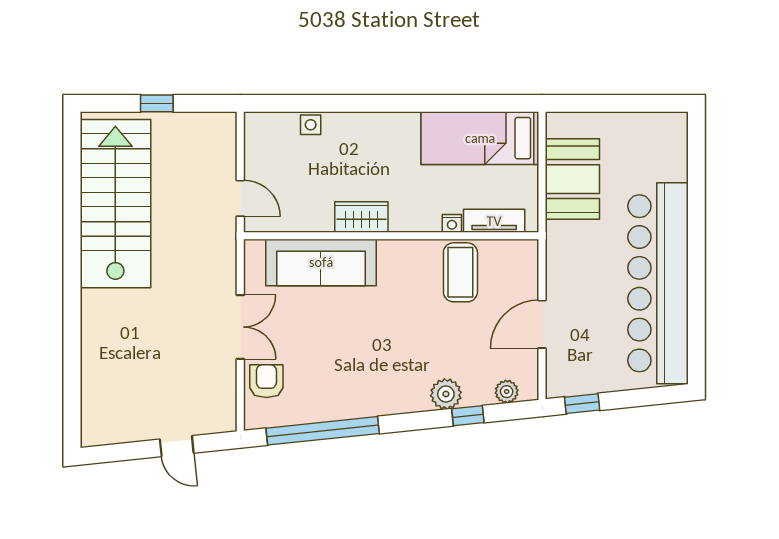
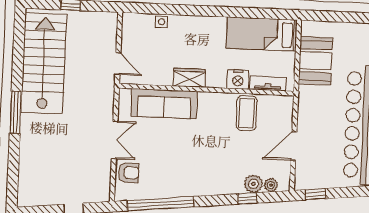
nightstand: (452, 223) -> (238, 79), width x1.89, depth x1.79
window: (72, 287) -> (16, 112), added
armchair: (266, 381) -> (129, 173), turned 90
plant: (446, 394) -> (253, 184), moved

